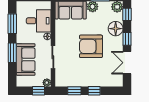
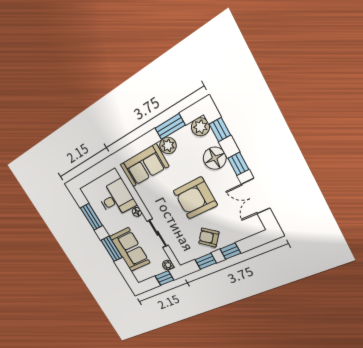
armchair: (85, 76) -> (209, 238), added

